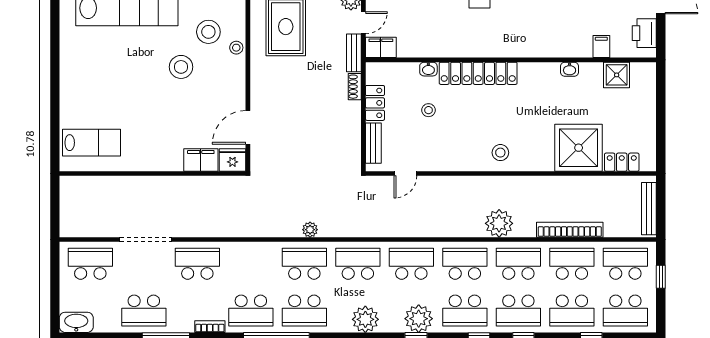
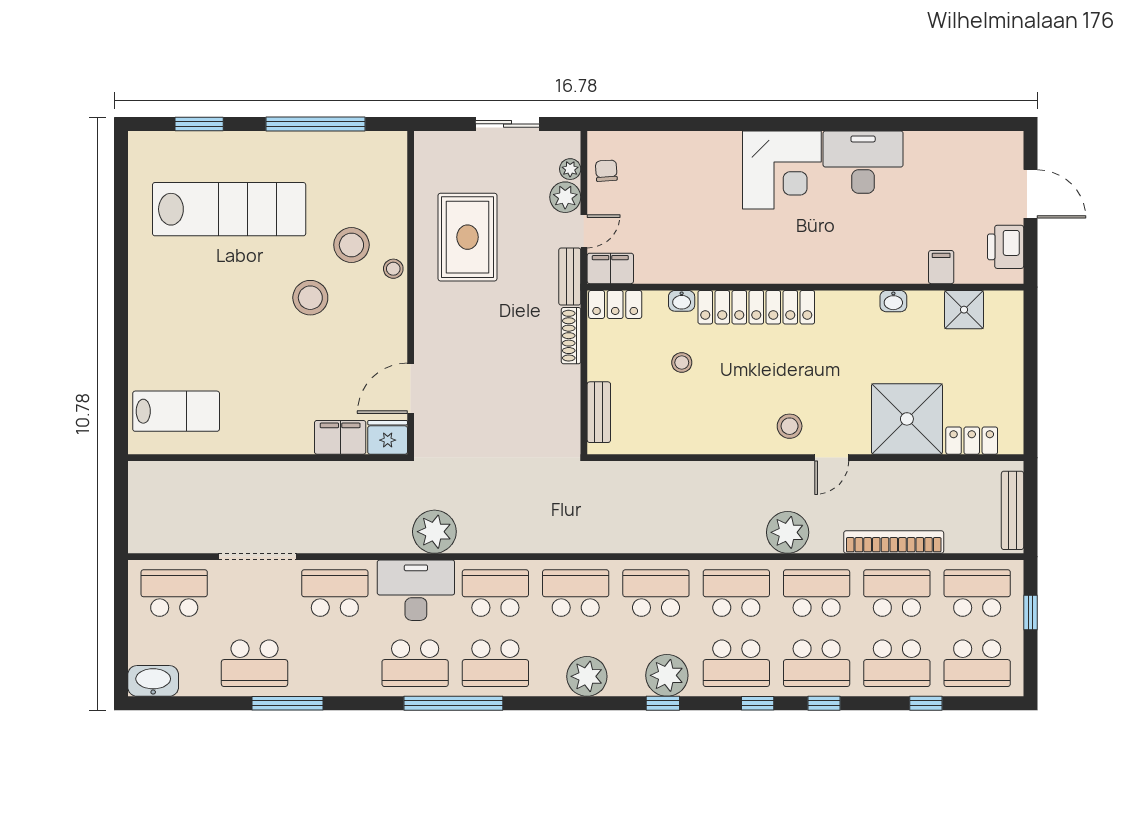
shoe rack: (355, 87) -> (571, 336), width x1.43
locker: (375, 103) -> (615, 304), moved, turned 90
door: (405, 174) -> (832, 458), moved
plant: (310, 230) -> (434, 532), moved, width x1.87, depth x1.87
desk: (251, 262) -> (416, 590), added
bookcase: (210, 327) -> (354, 687), removed

